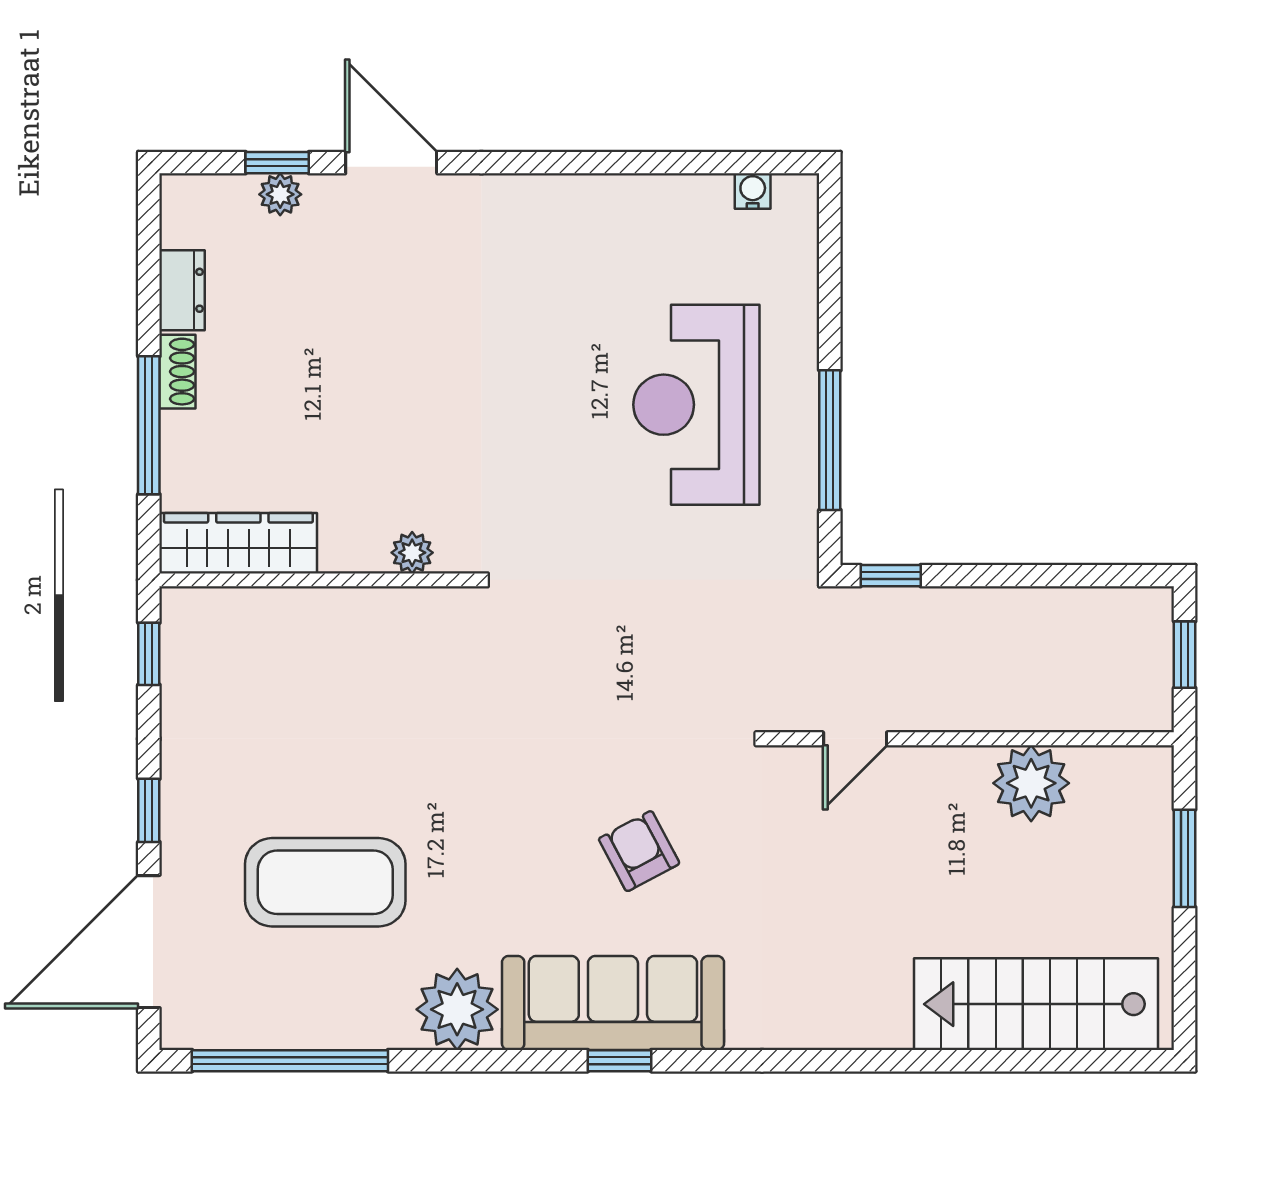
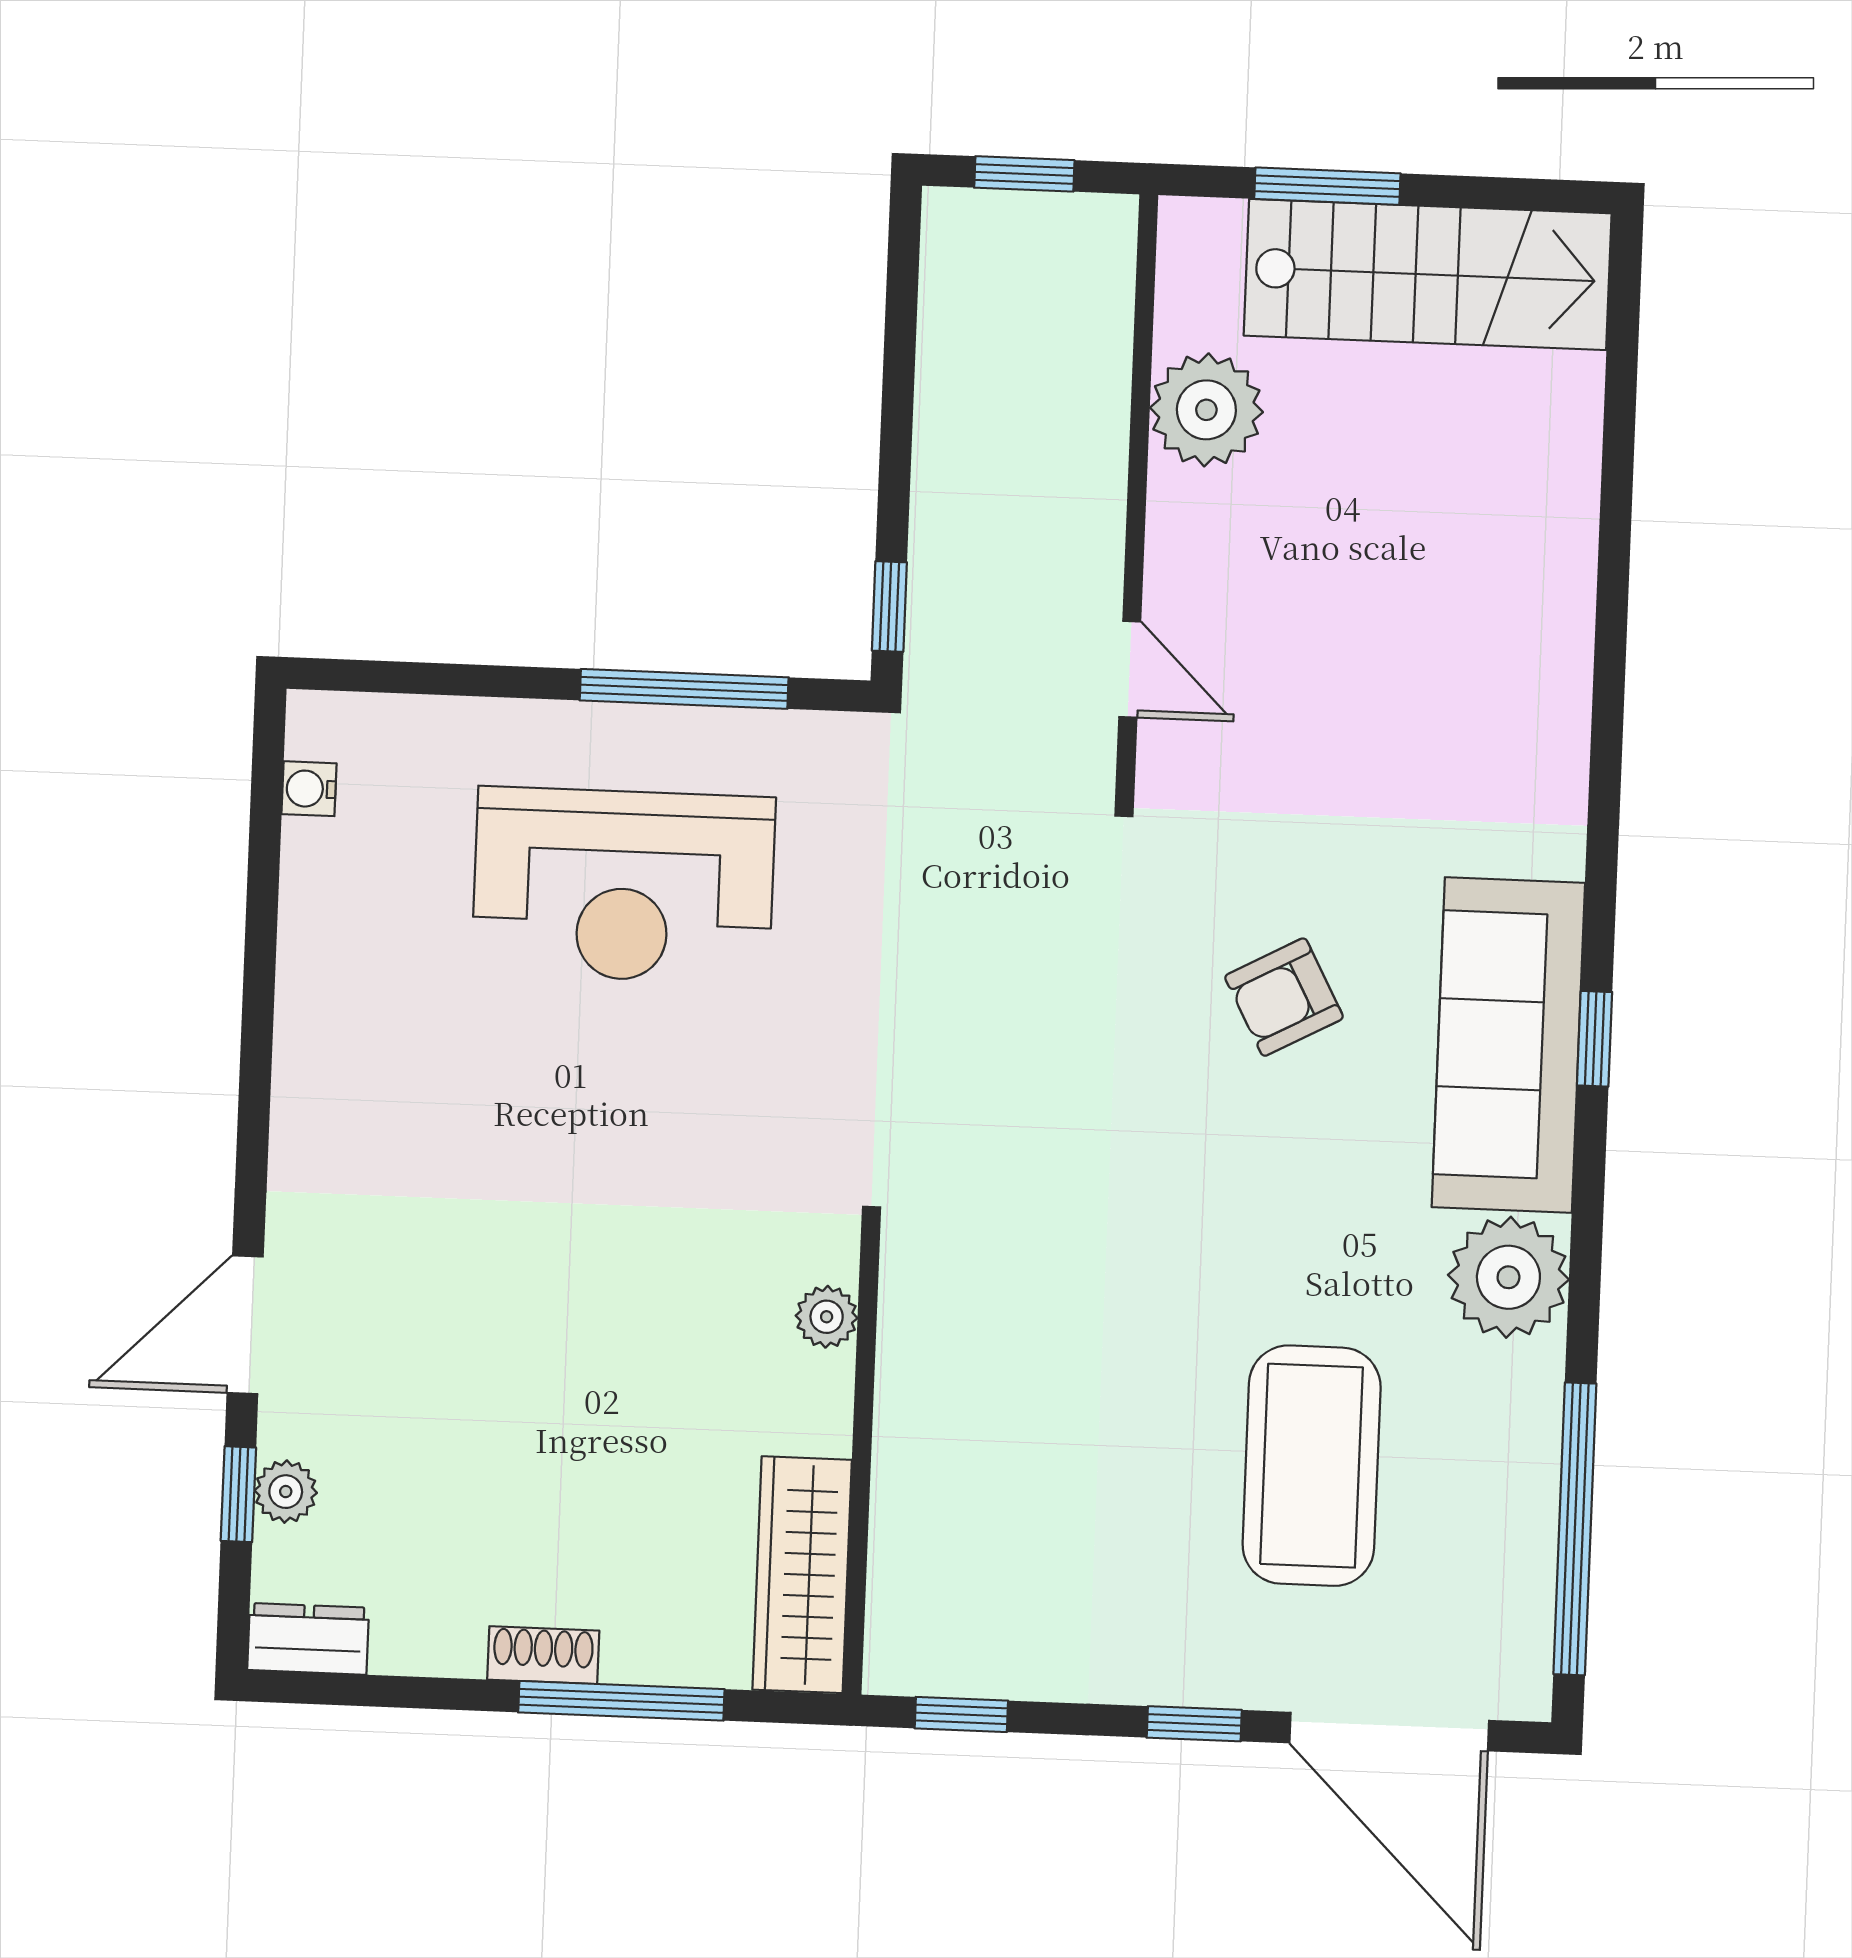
dresser: (182, 290) -> (308, 1639), moved
stairs: (1036, 1004) -> (1428, 274), moved, turned -90

